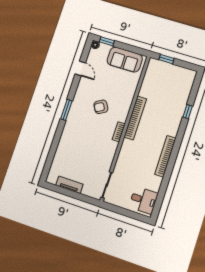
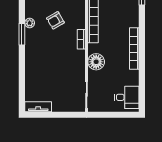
plant: (77, 102) -> (30, 23), added
floor lamp: (126, 157) -> (96, 62), added
tv unit: (69, 185) -> (38, 107), moved

